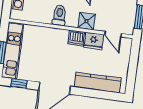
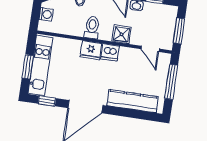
fridge: (94, 41) -> (91, 50), moved
window: (133, 64) -> (171, 82), added

